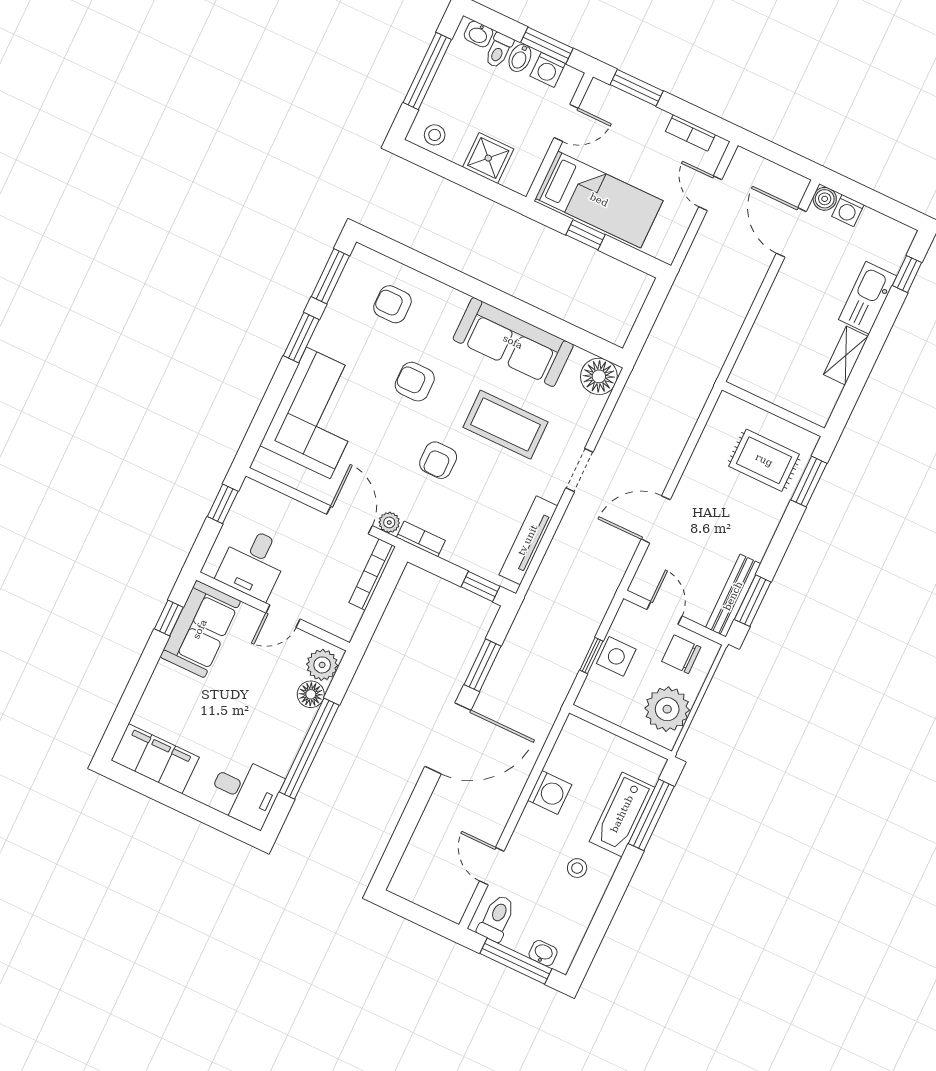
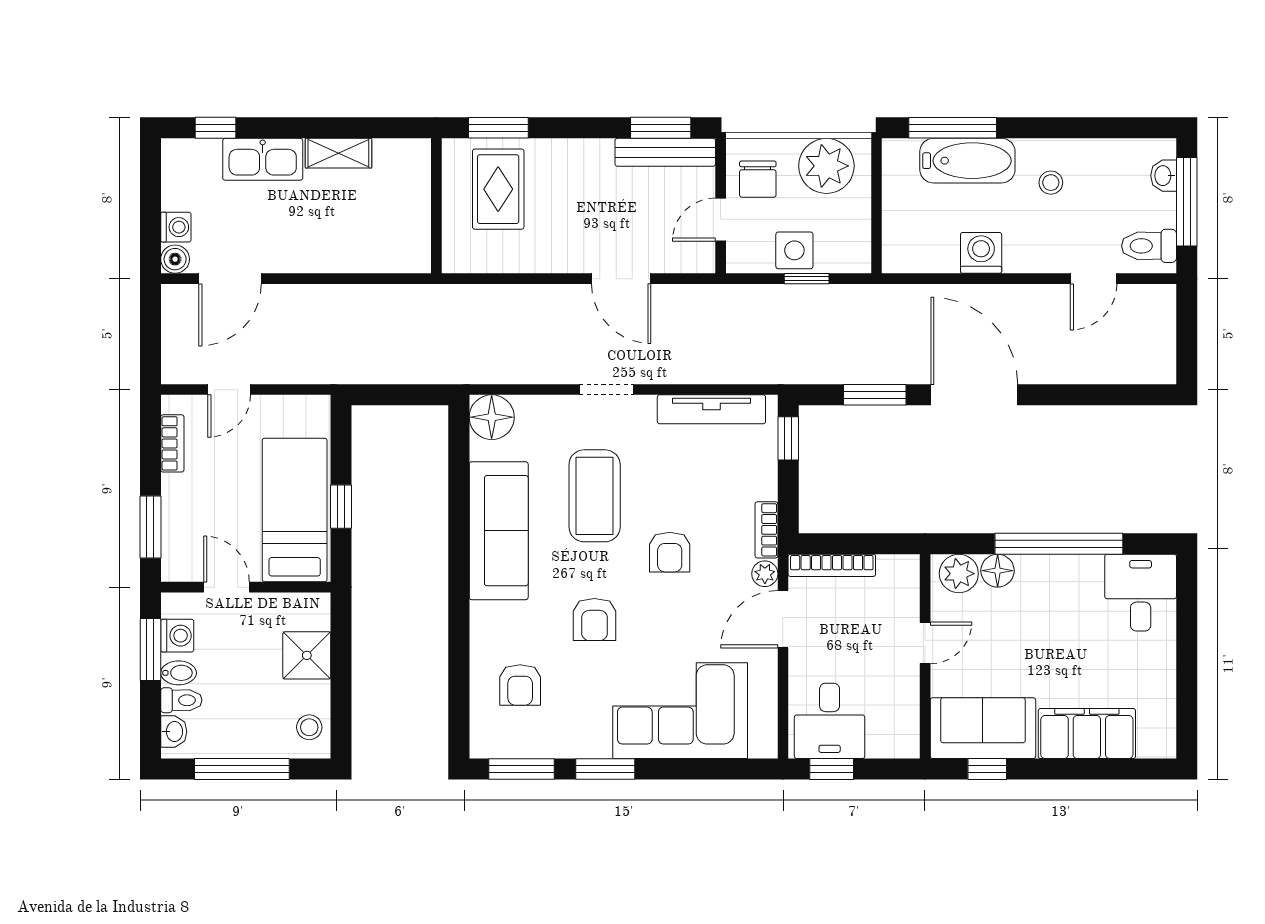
armchair: (438, 460) -> (670, 552), turned 90
desk: (253, 563) -> (830, 721), moved, turned 90
door: (283, 616) -> (925, 643), hinge flipped
filing cabinet: (155, 759) -> (1087, 734), moved, turned 90

